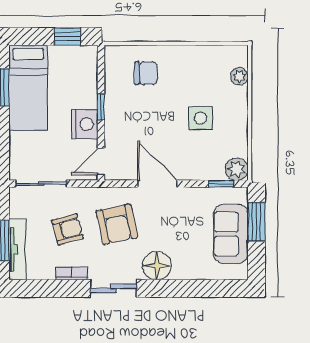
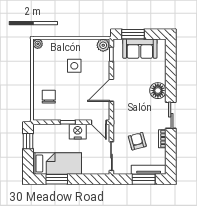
plant: (239, 76) -> (38, 44), moved
armchair: (117, 224) -> (134, 113), removed

